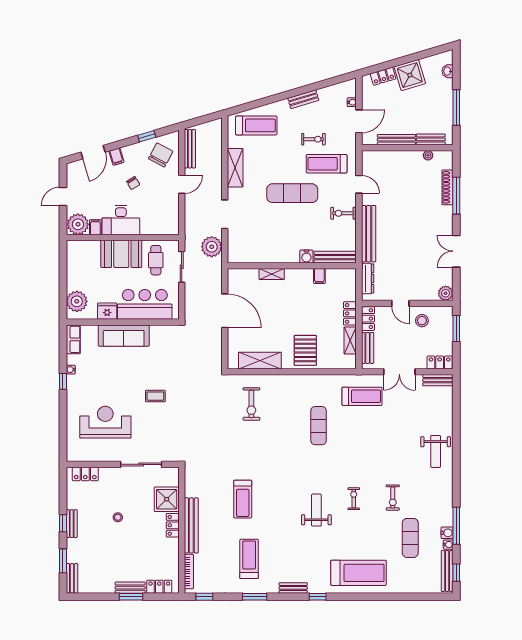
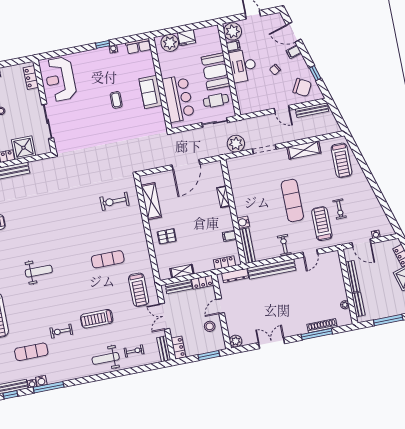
bench: (303, 99) -> (370, 194), removed
fridge: (107, 311) -> (187, 38), moved, turned 90
locker: (350, 313) -> (224, 263), moved
sofa: (124, 336) -> (151, 92), width x0.73
pallet: (305, 350) -> (167, 236), width x0.67, depth x0.71
coffee table: (155, 396) -> (116, 100), moved
reception desk: (105, 422) -> (60, 79), moved, turned 180
treadmill: (243, 499) -> (97, 319), moved
exercise bike: (354, 499) -> (134, 351), moved

